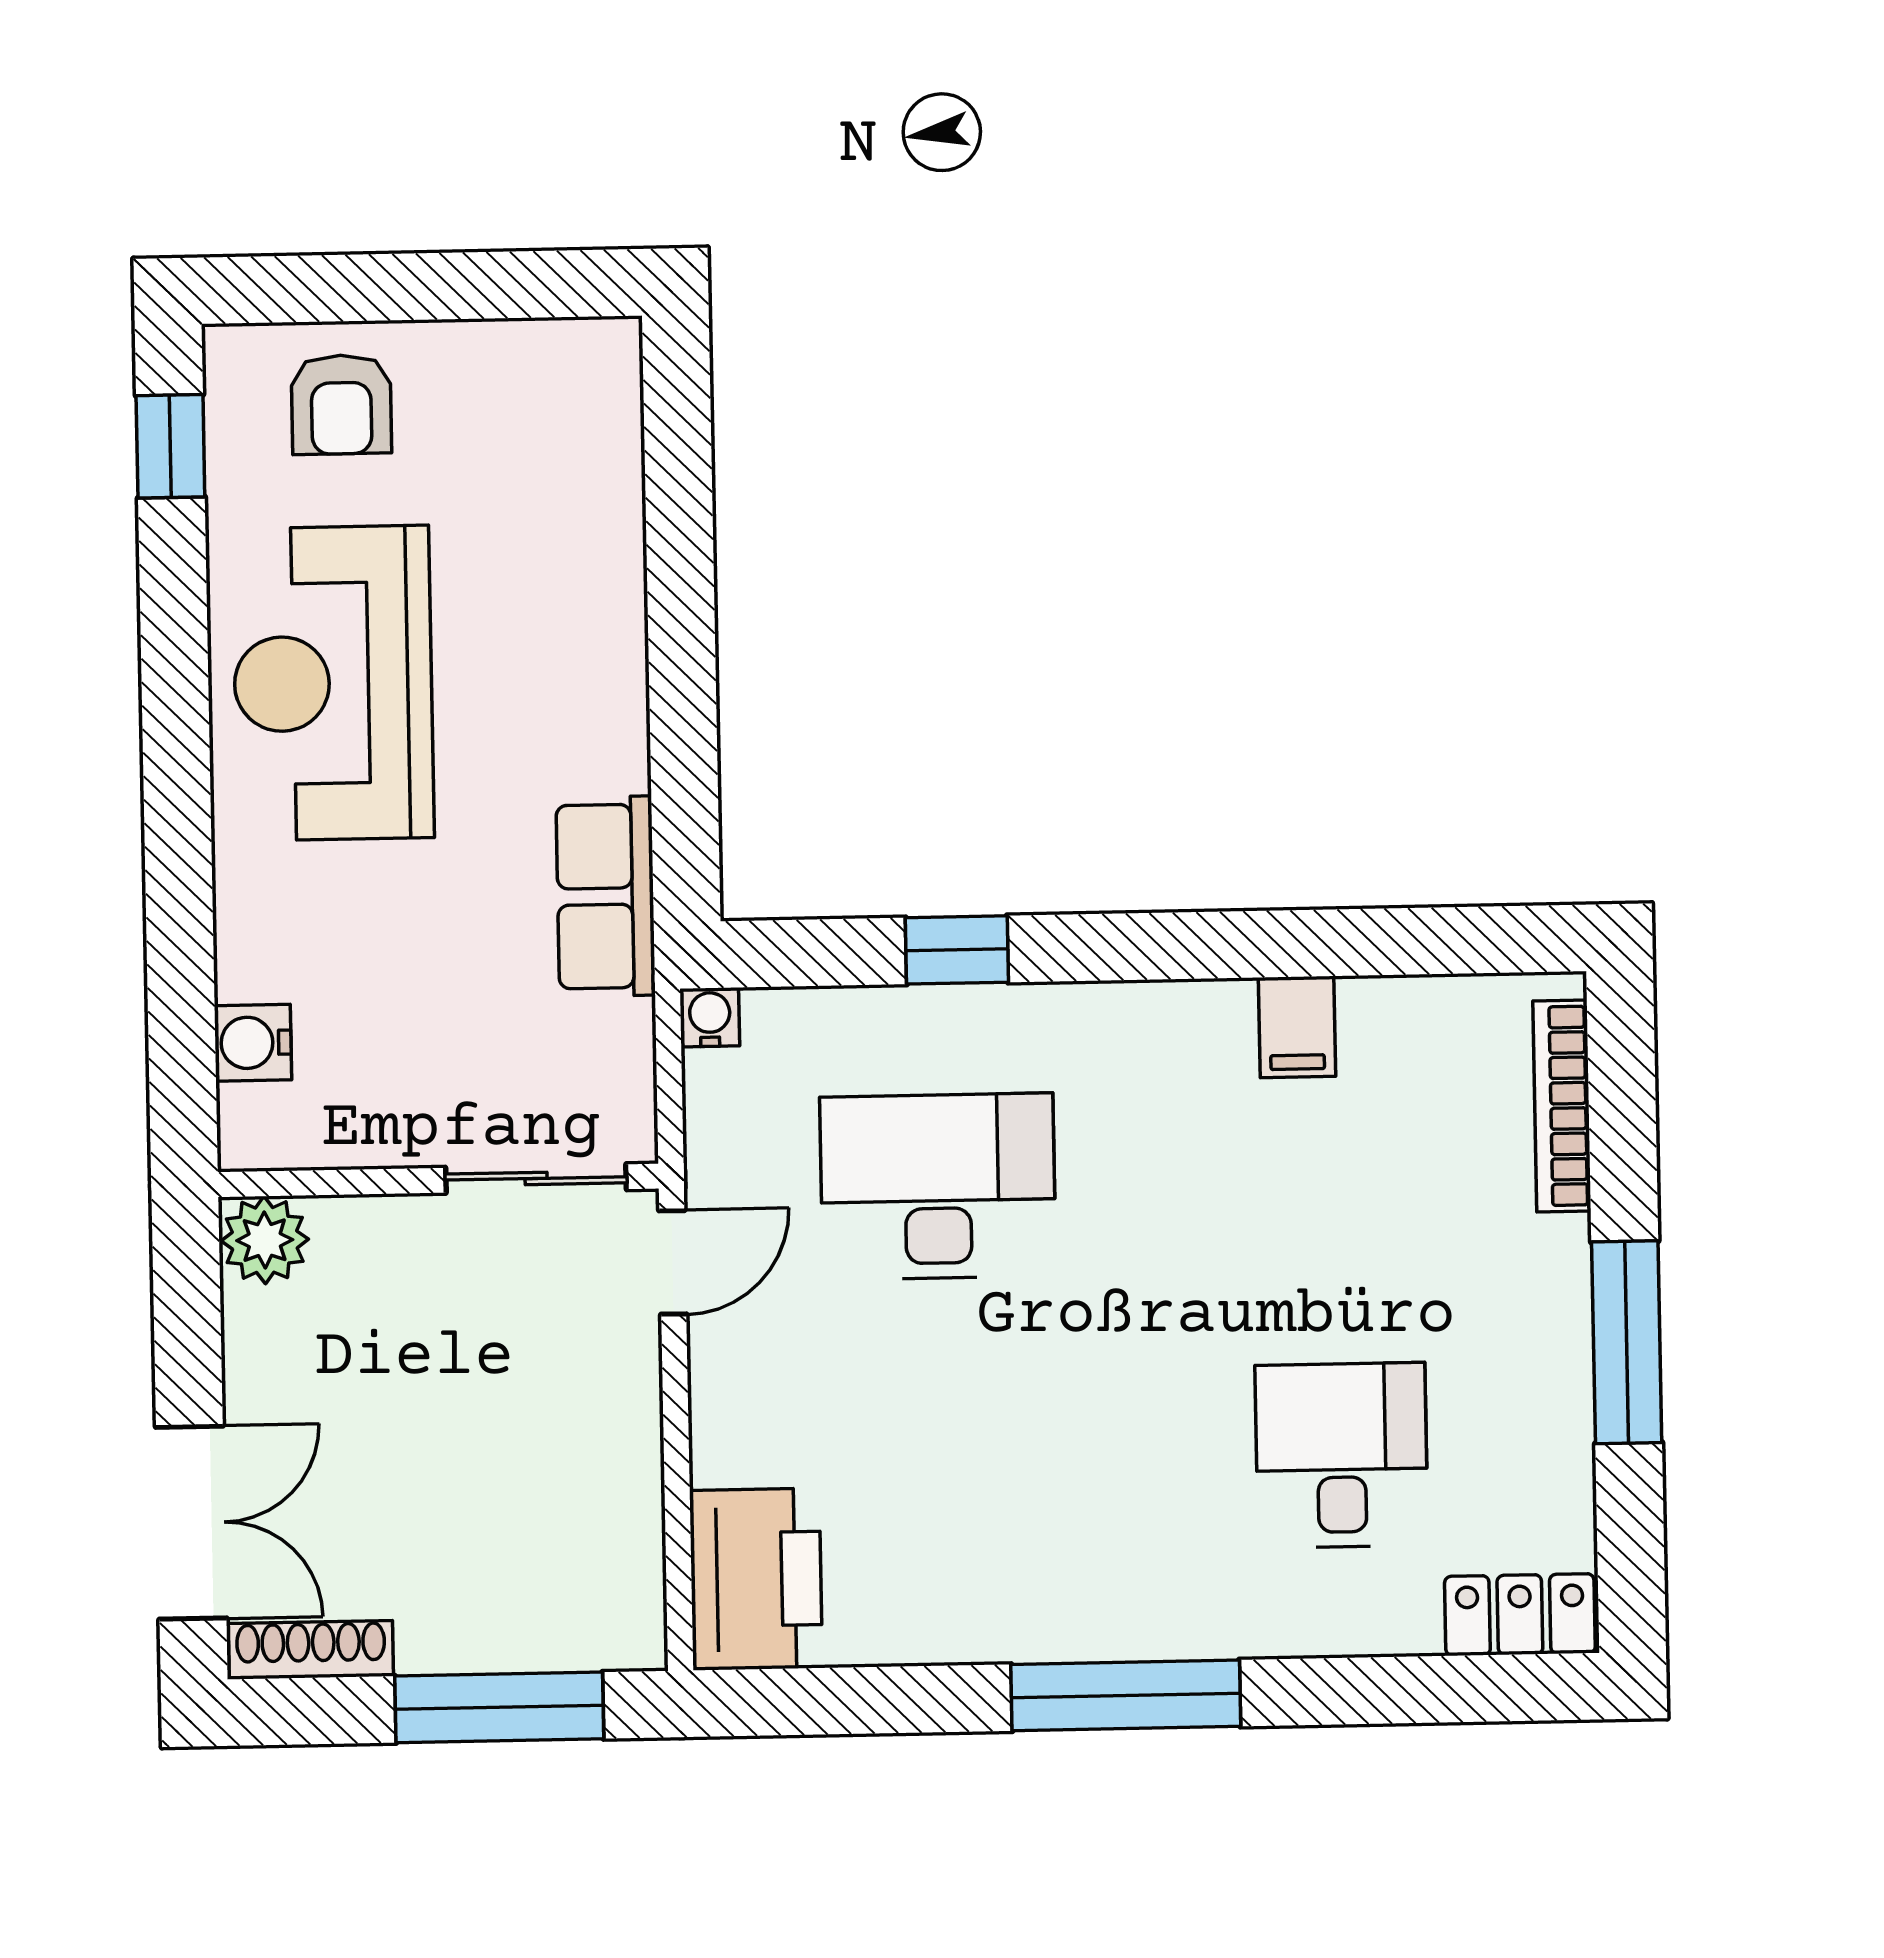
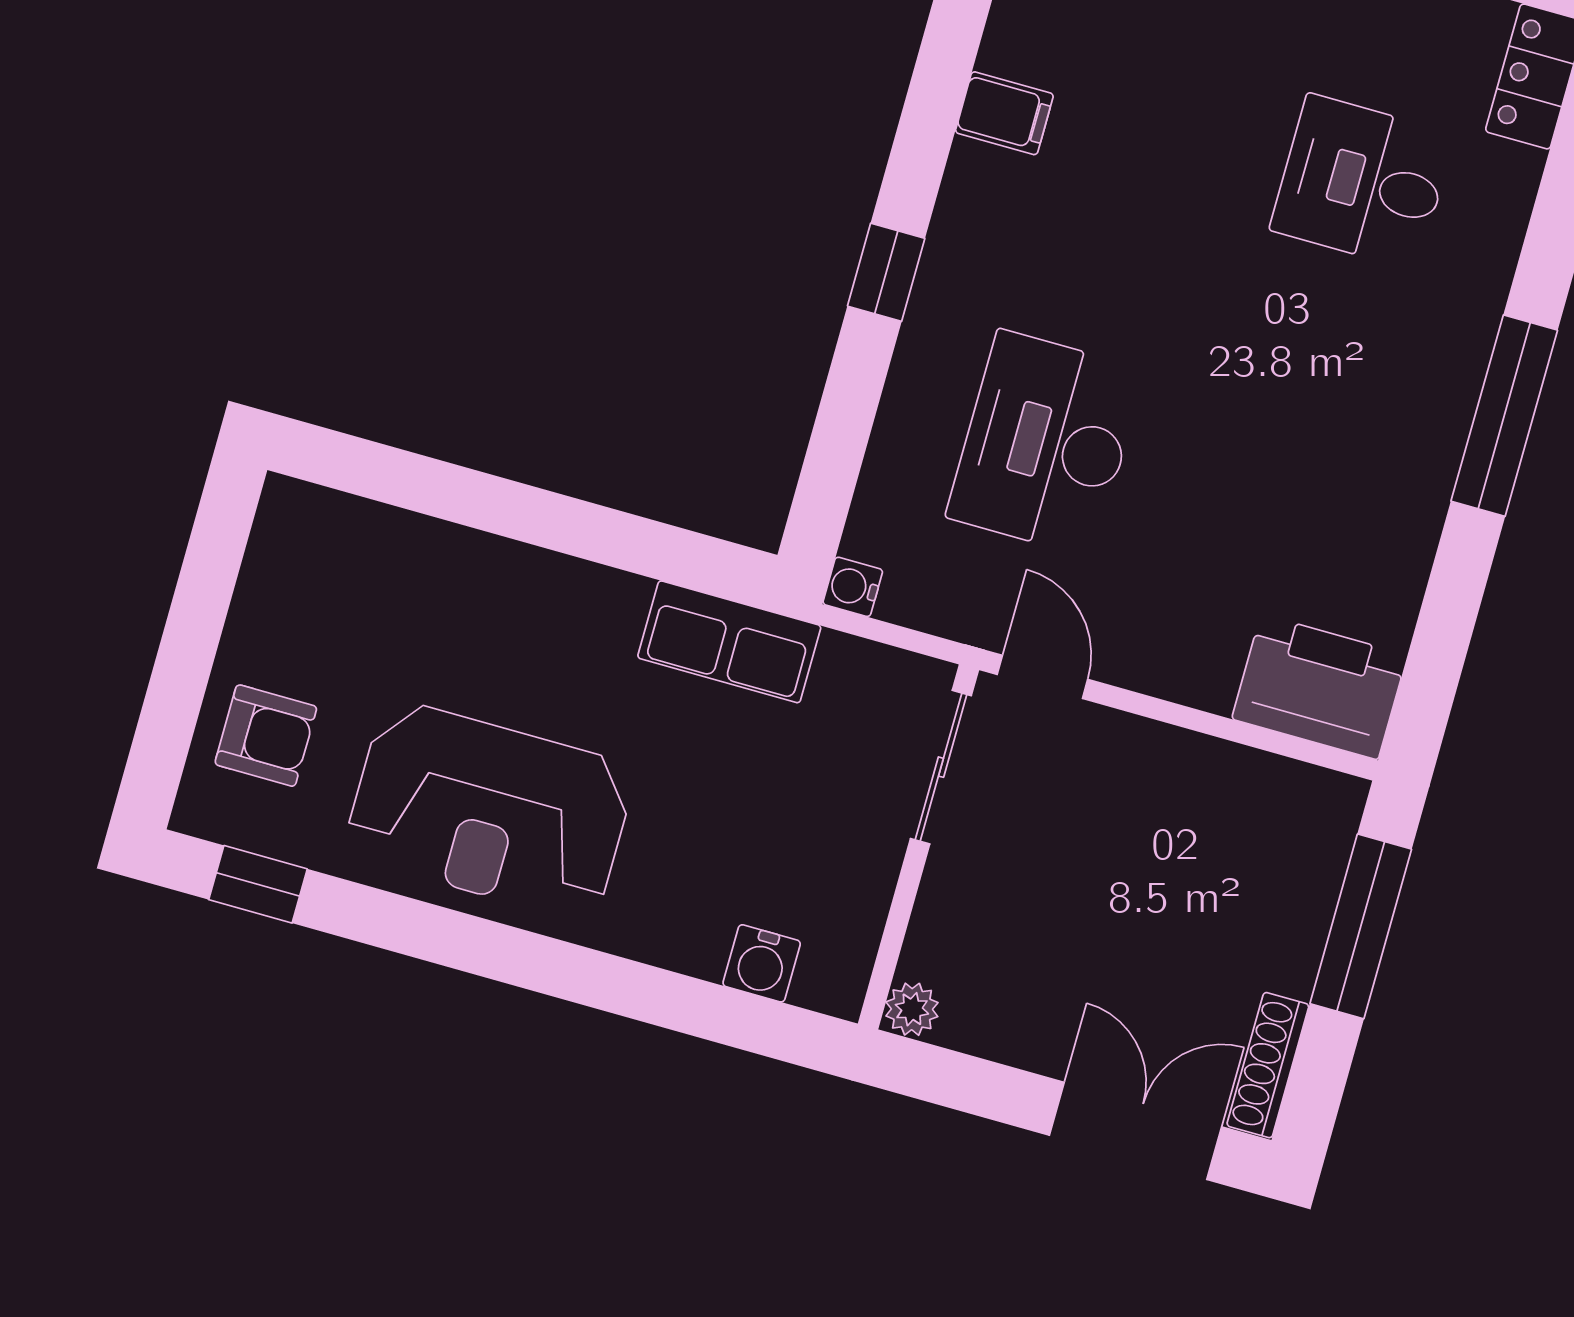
window: (957, 950) -> (886, 272), moved
plant: (265, 1240) -> (912, 1009), width x0.73, depth x0.73

